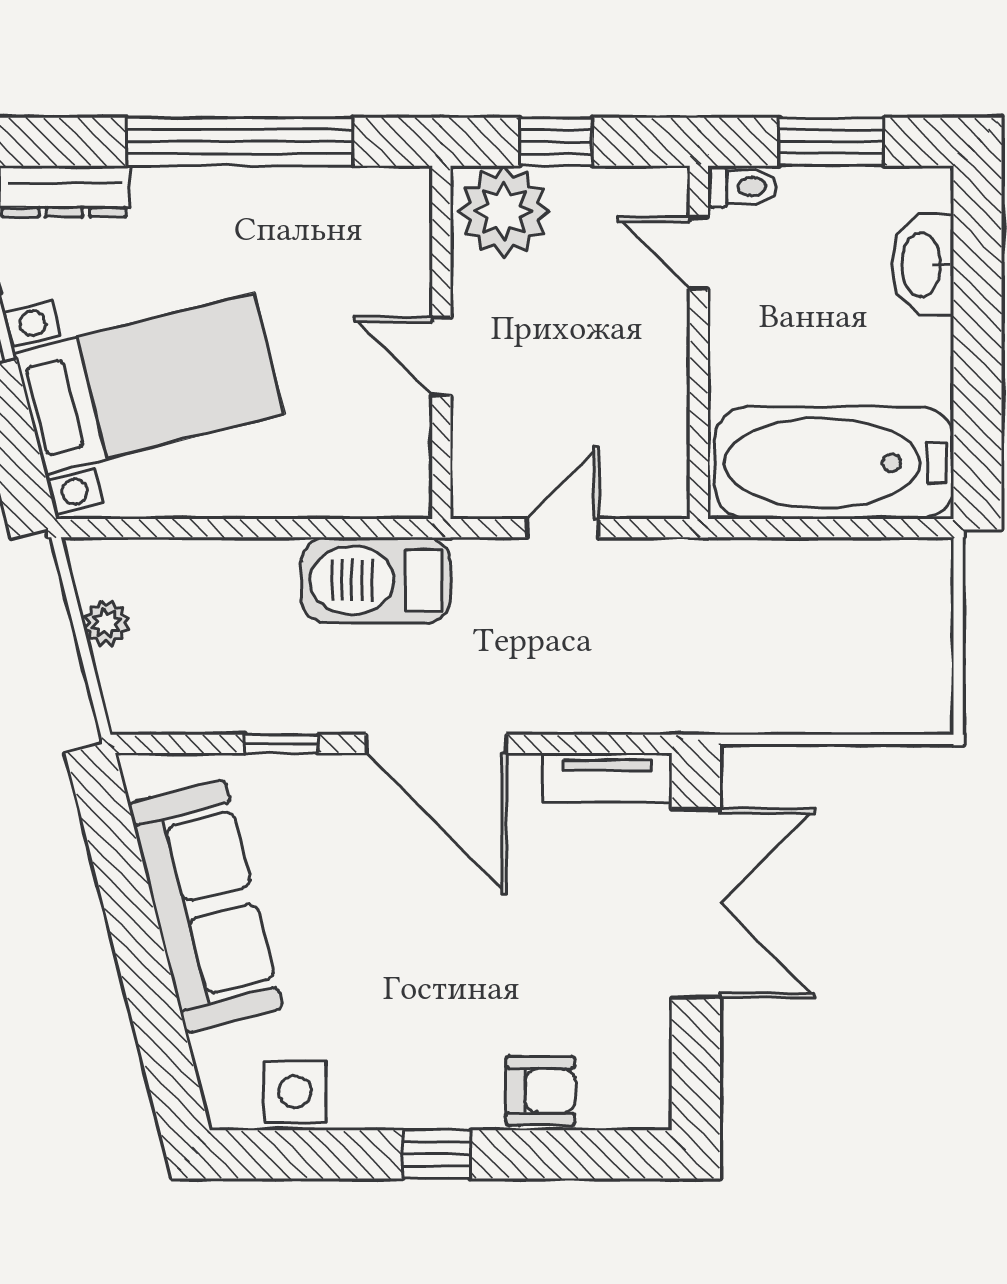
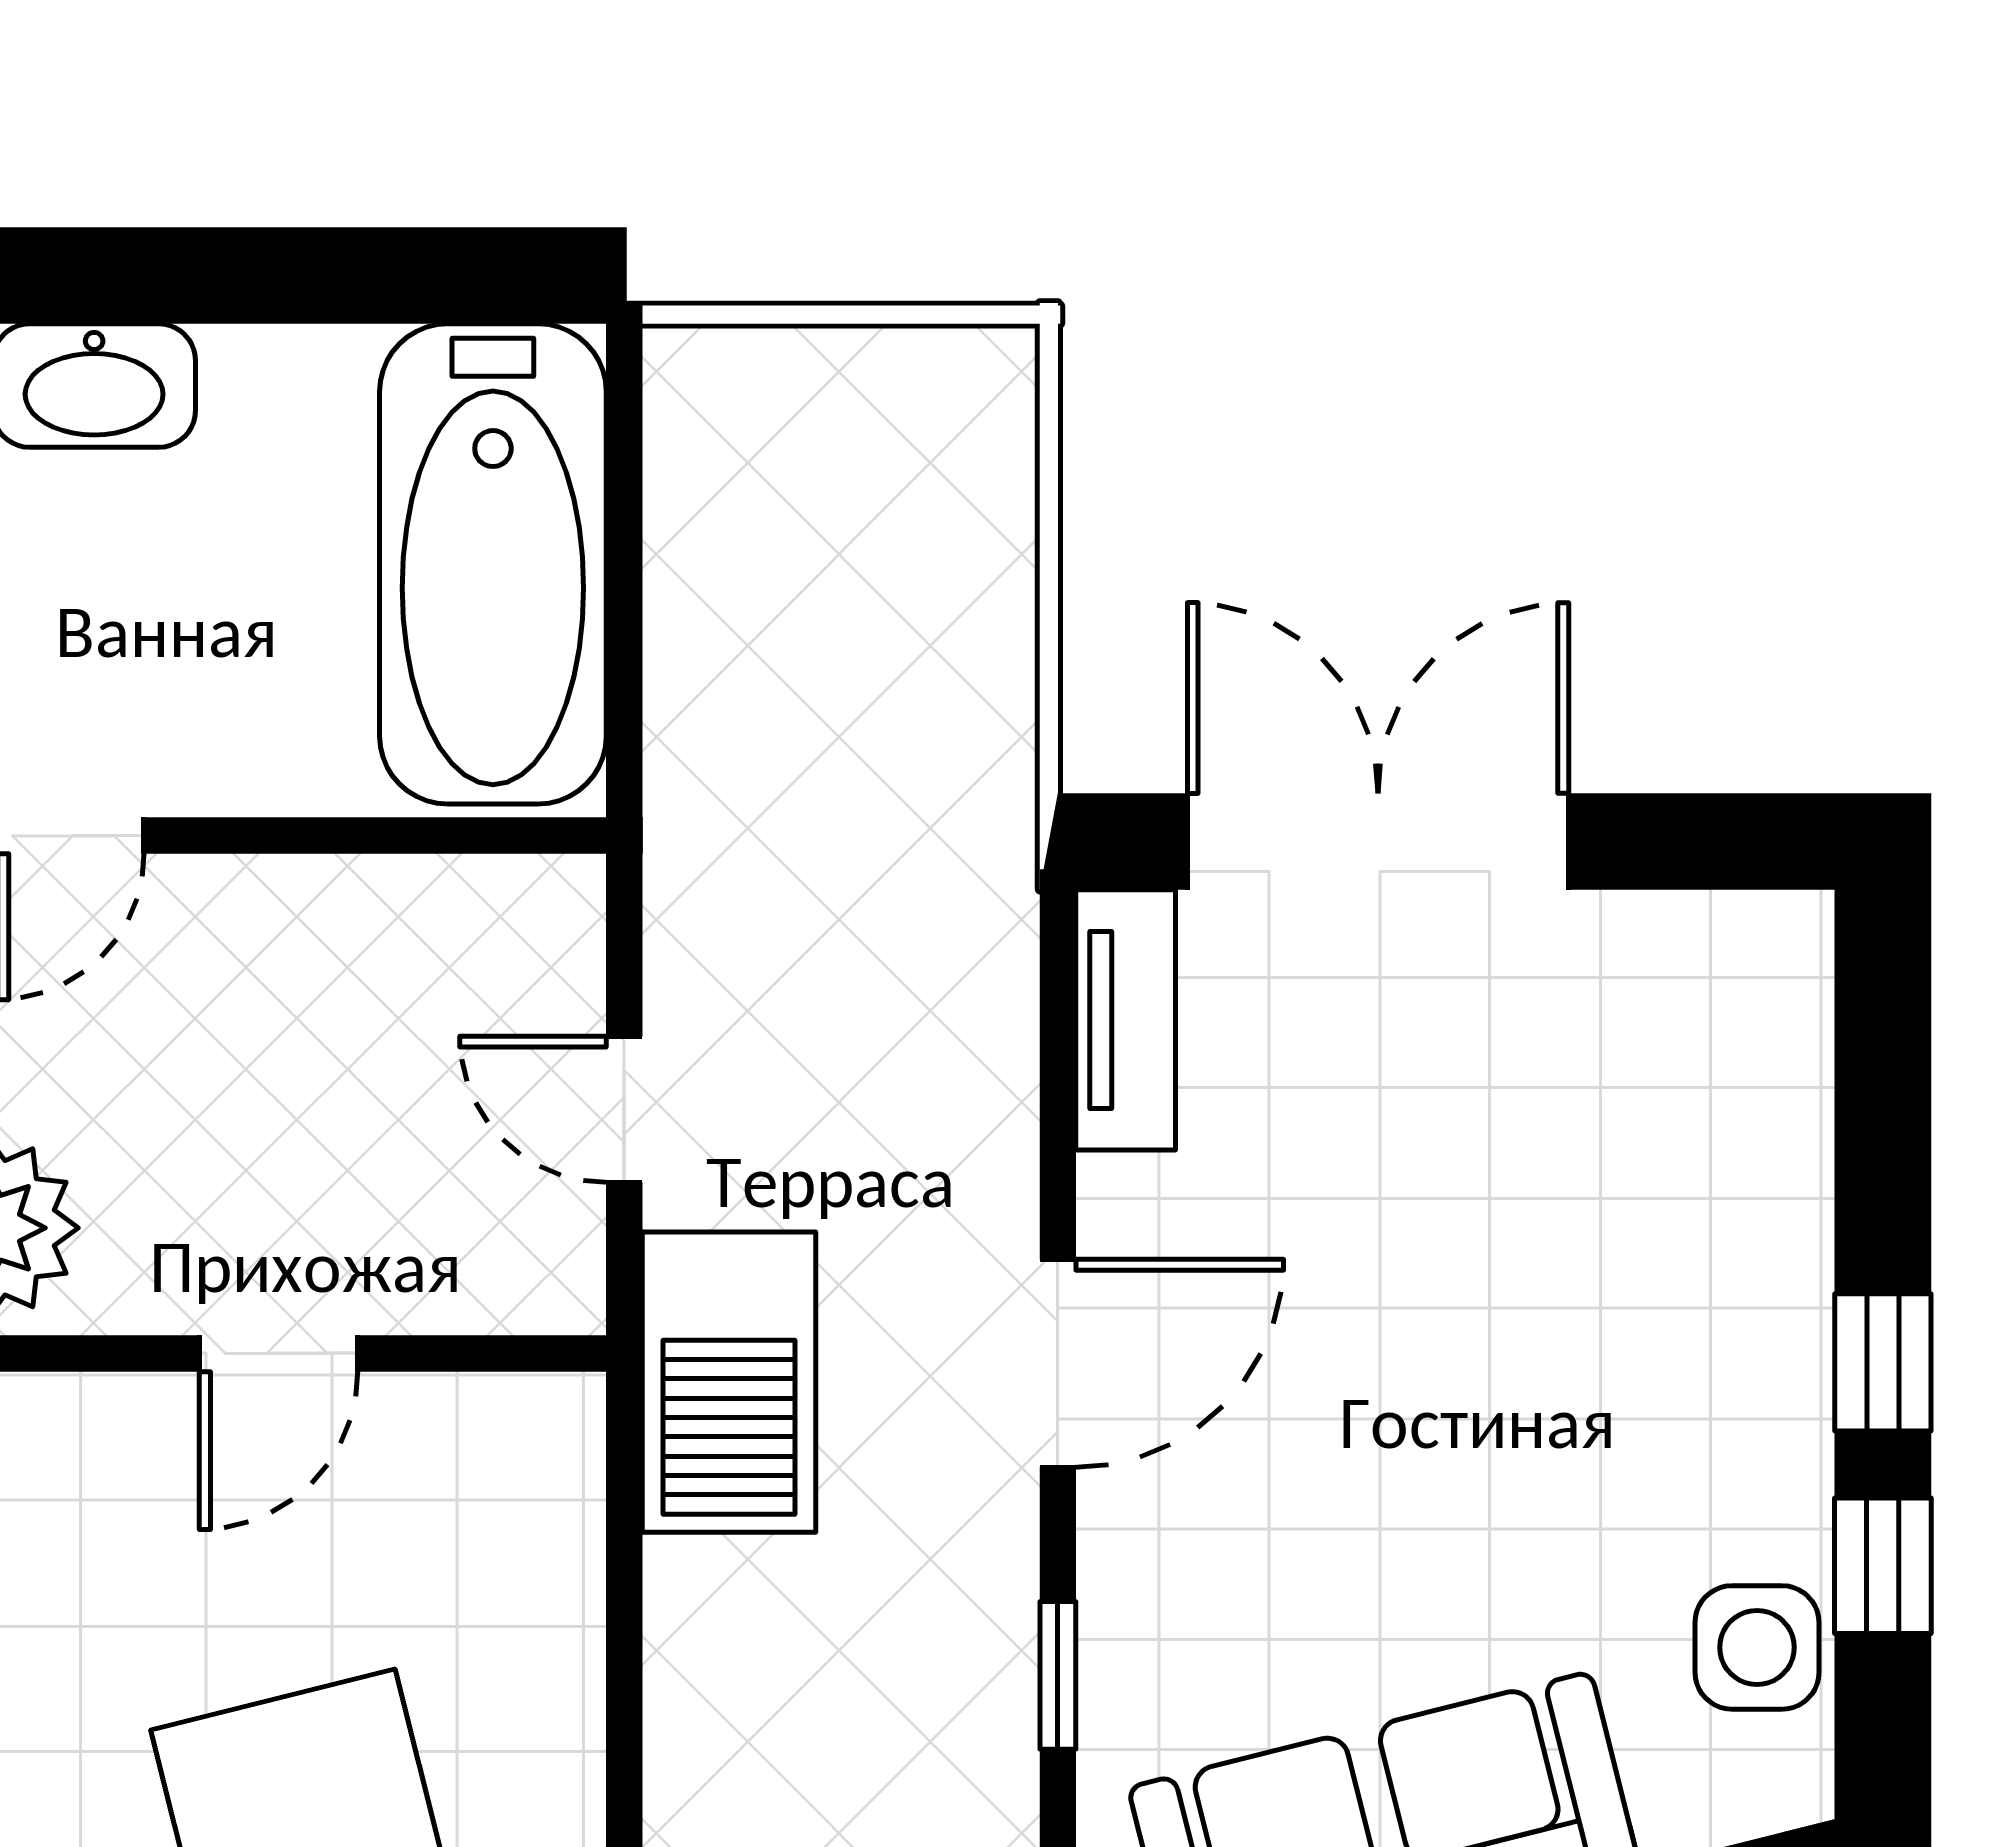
barbecue: (376, 580) -> (729, 1382), moved
door: (436, 744) -> (1058, 1363), width x0.73
armchair: (540, 1091) -> (1755, 1154), removed
window: (336, 1154) -> (1883, 1566), added

